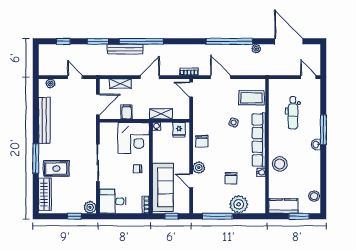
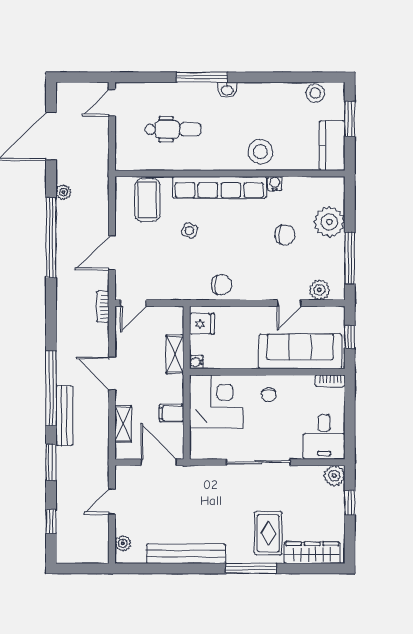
plant: (199, 168) -> (319, 290), moved

